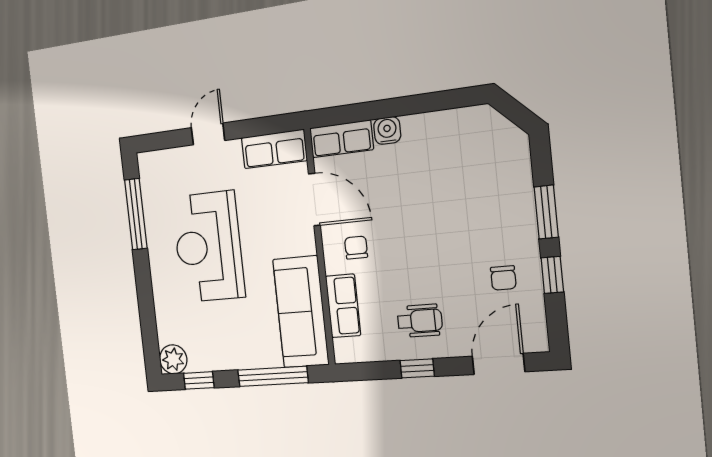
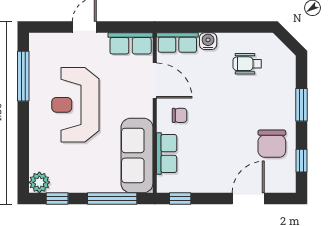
chair: (356, 248) -> (180, 115), turned 90
window: (552, 275) -> (302, 161), moved
chair: (503, 278) -> (272, 144), width x1.87, depth x1.87
wheelchair: (420, 321) -> (247, 64), moved, turned 180
door: (498, 364) -> (248, 199), moved
window: (417, 368) -> (180, 199), moved

